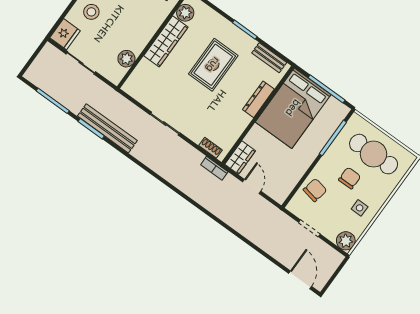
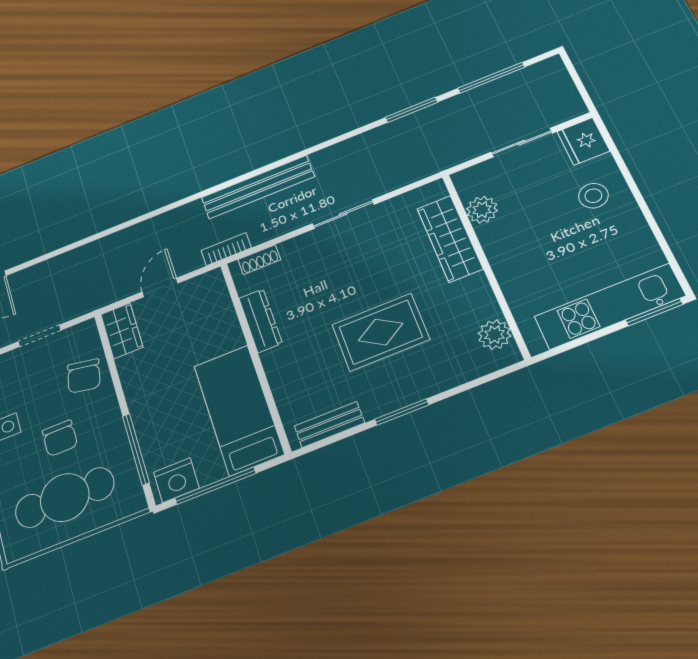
wardrobe: (166, 41) -> (450, 239), moved
rug: (213, 65) -> (381, 332), turned 90
dresser: (258, 99) -> (260, 321), moved
bed: (293, 108) -> (239, 410), width x0.67
nightstand: (335, 108) -> (176, 480), added
bench: (107, 128) -> (258, 187), moved
wardrobe: (240, 158) -> (122, 331), moved, turned 180
door: (252, 186) -> (160, 288), swing flipped

